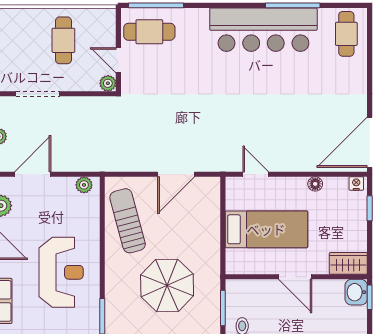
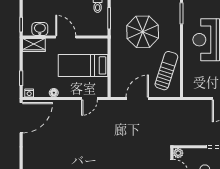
door: (256, 174) -> (89, 99), hinge flipped
plant: (84, 185) -> (193, 92), removed
sun lounger: (128, 221) -> (166, 71), turned -147
washbasin: (356, 292) -> (40, 29), moved, turned -90

